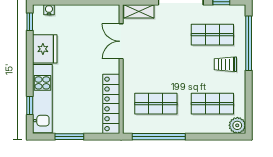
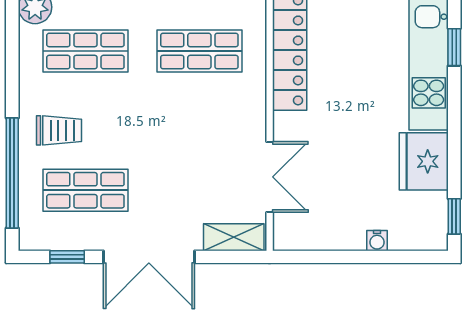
water cooler: (49, 10) -> (377, 241), moved

